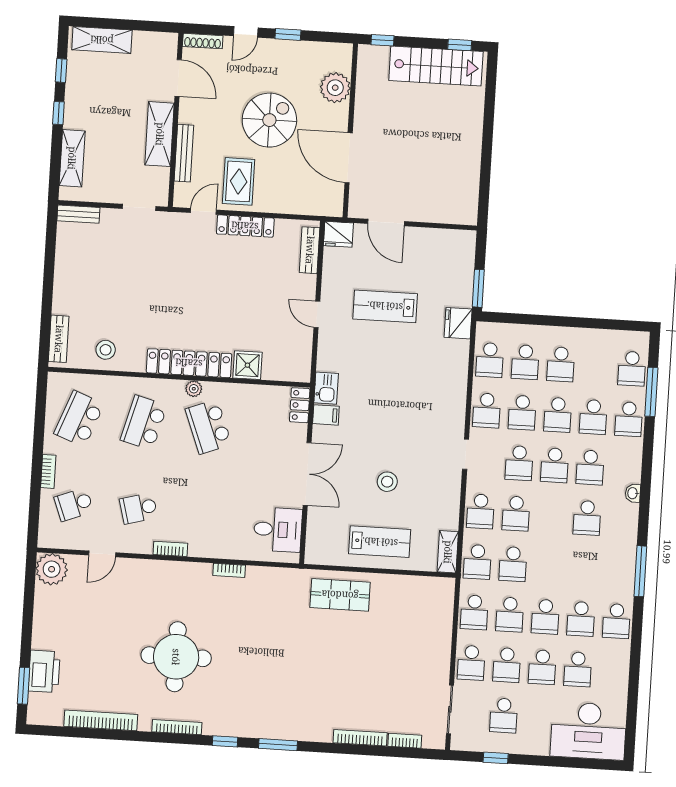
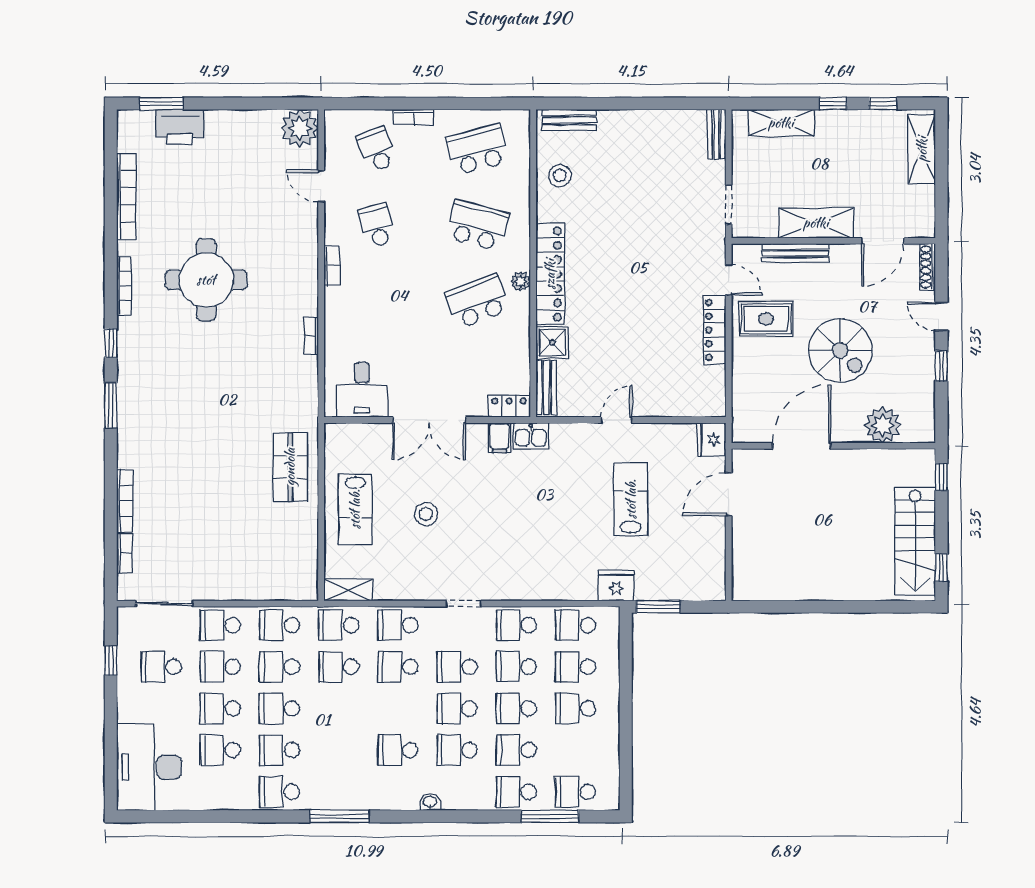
bench: (310, 250) -> (546, 388), moved, turned 90
school desk: (79, 419) -> (477, 150), turned -36

